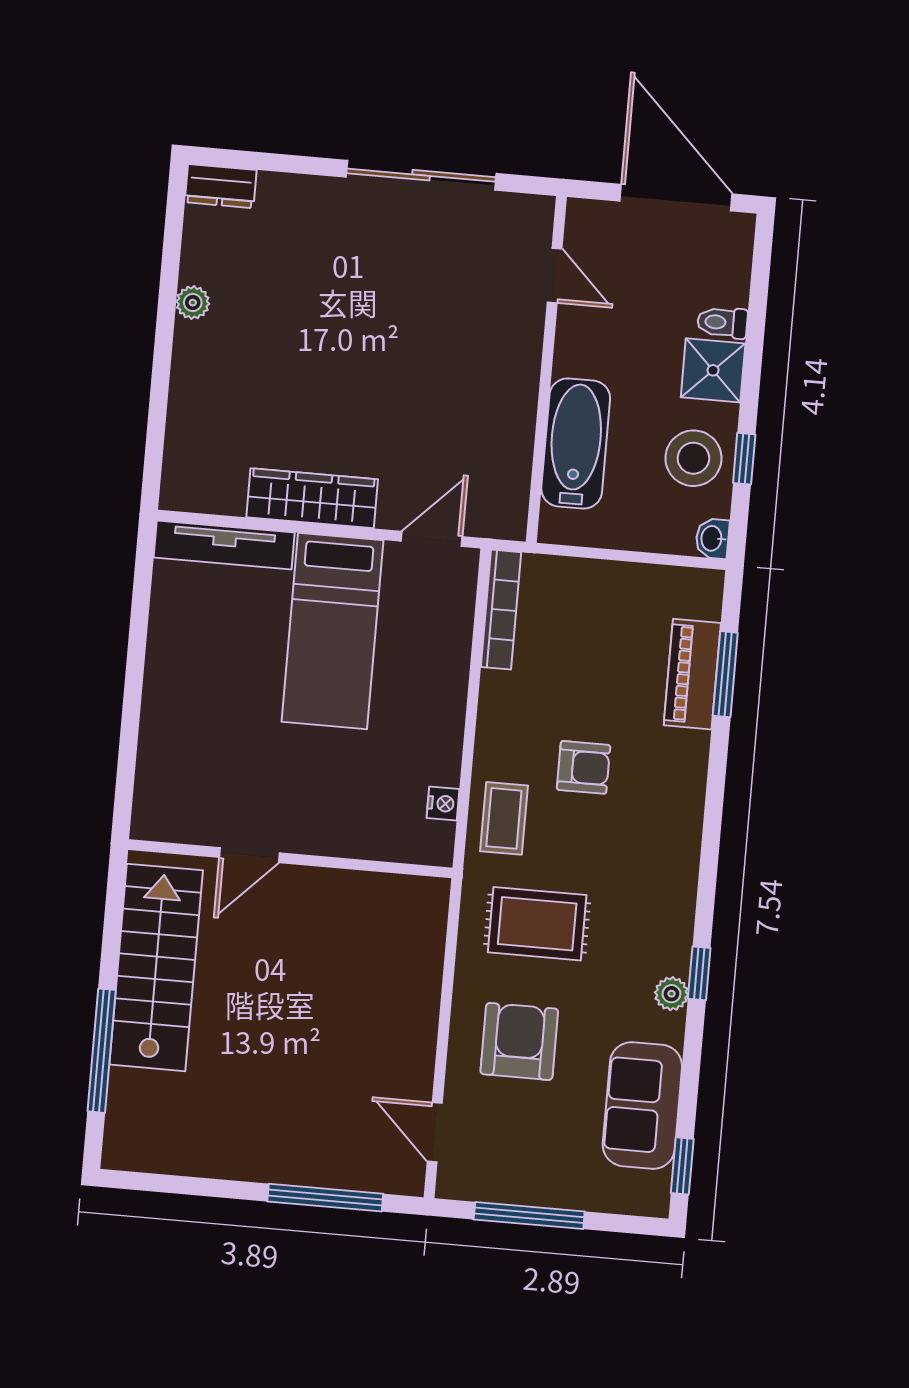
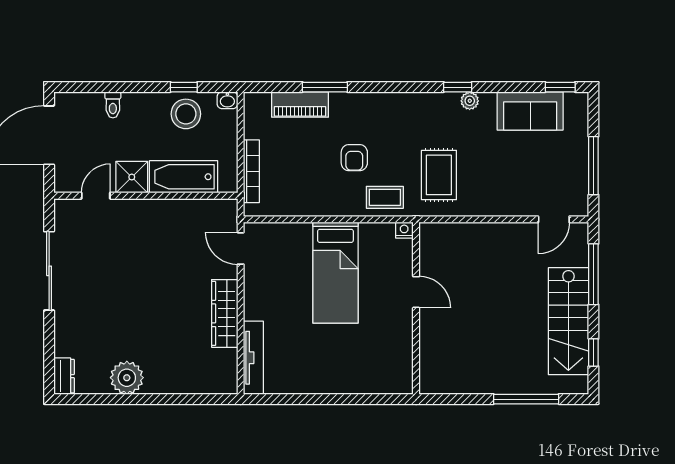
plant: (193, 303) -> (127, 378), width x1.88, depth x1.88
shower: (713, 370) -> (132, 177), moved
bookcase: (501, 610) -> (251, 171), moved, turned 90
bed: (332, 631) -> (335, 273), moved, turned 90
window: (725, 674) -> (325, 87), moved
armchair: (584, 767) -> (354, 158), turned 180
nightstand: (443, 804) -> (404, 230), moved
door: (249, 855) -> (416, 292), moved
stairs: (156, 967) -> (568, 321), moved, turned -90
armchair: (519, 1041) -> (502, 179), removed
window: (178, 1185) -> (593, 352), added

